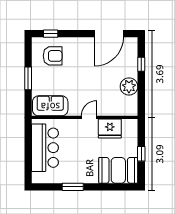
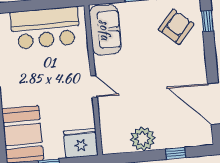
armchair: (53, 56) -> (176, 27), turned -139
fridge: (110, 128) -> (81, 143), moved, turned 90

